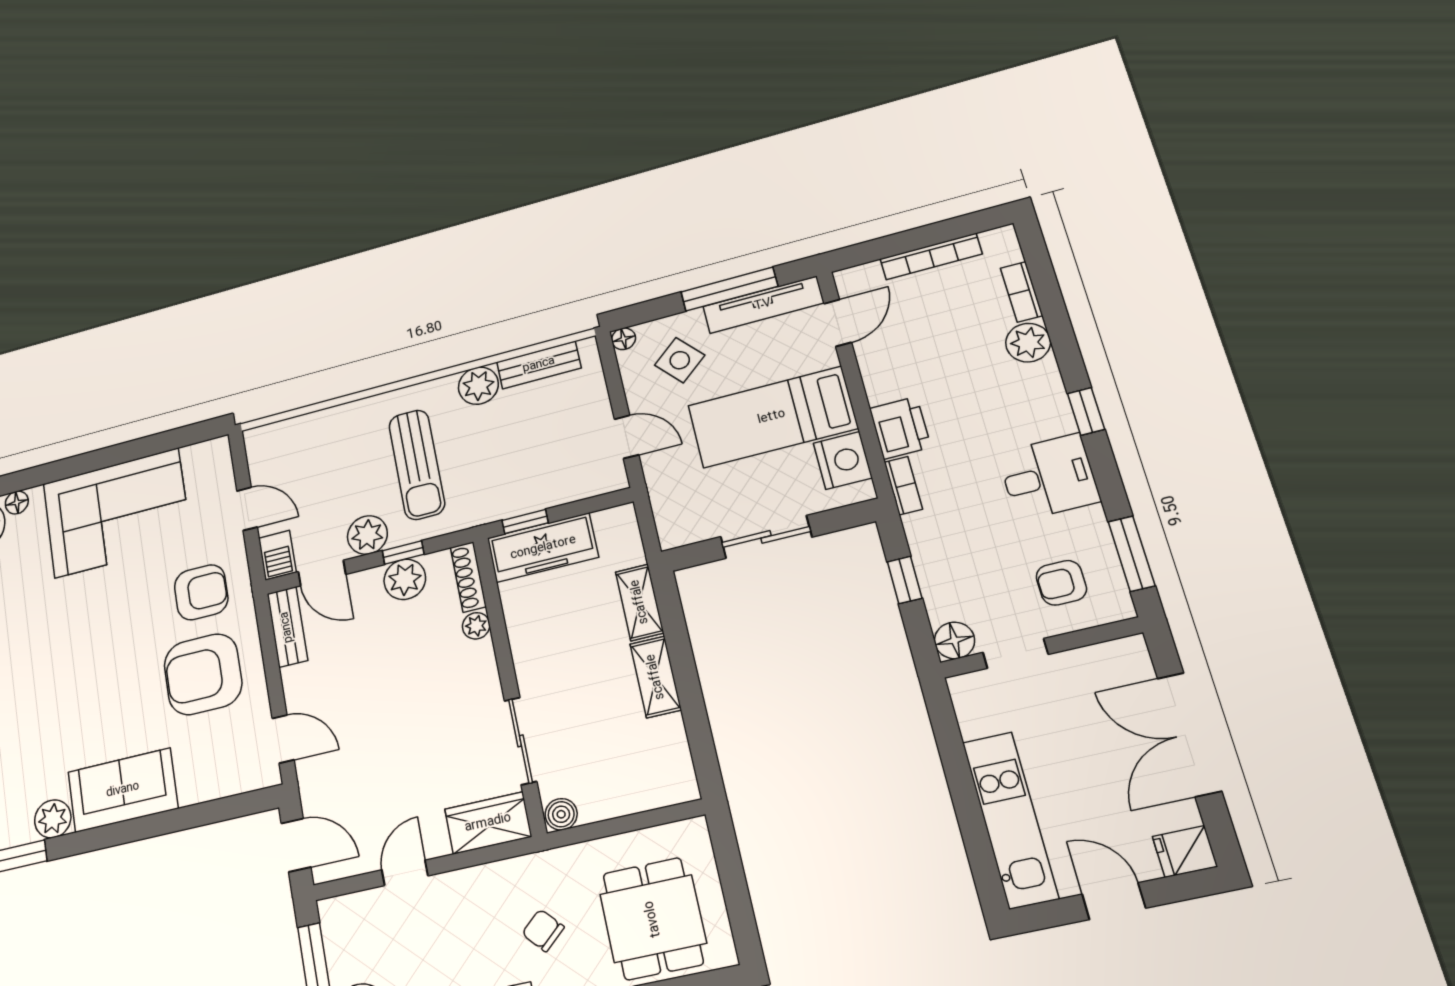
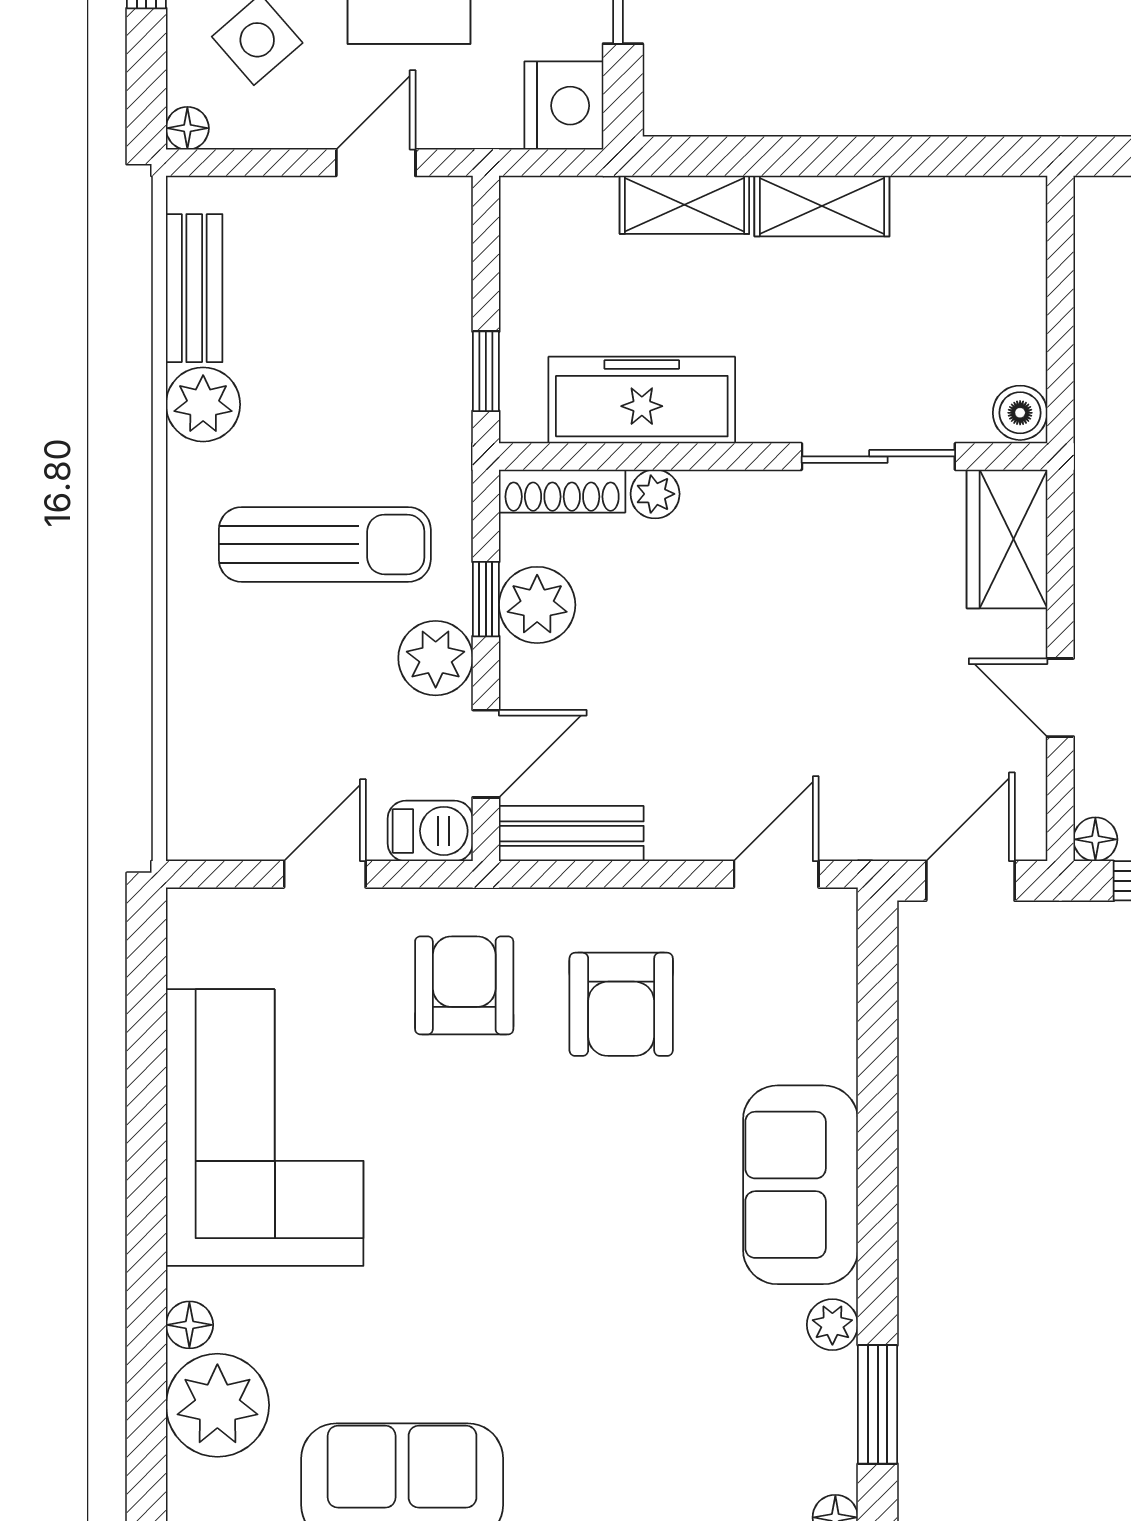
nightstand: (681, 525) -> (564, 106), added
freezer: (543, 548) -> (642, 400), moved, turned -90
armchair: (203, 674) -> (621, 1004), width x0.73, depth x0.73
plant: (53, 819) -> (832, 1325), width x0.73, depth x0.73
floor lamp: (330, 910) -> (1095, 839), added

